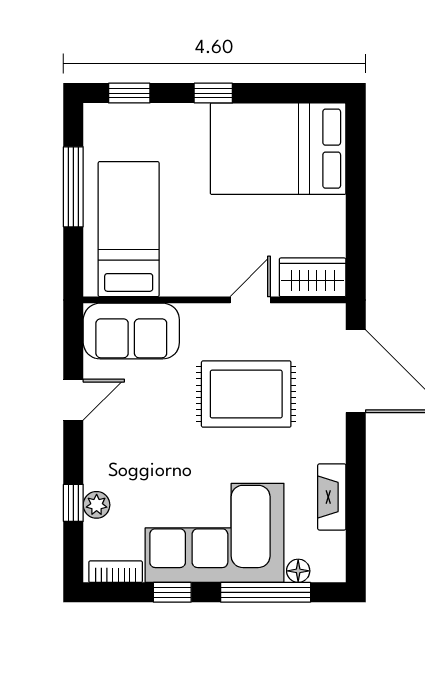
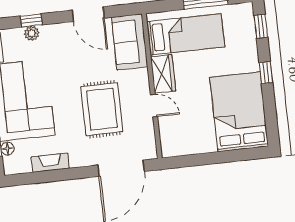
wardrobe: (313, 277) -> (163, 74), moved
door: (73, 400) -> (88, 14), width x1.38

